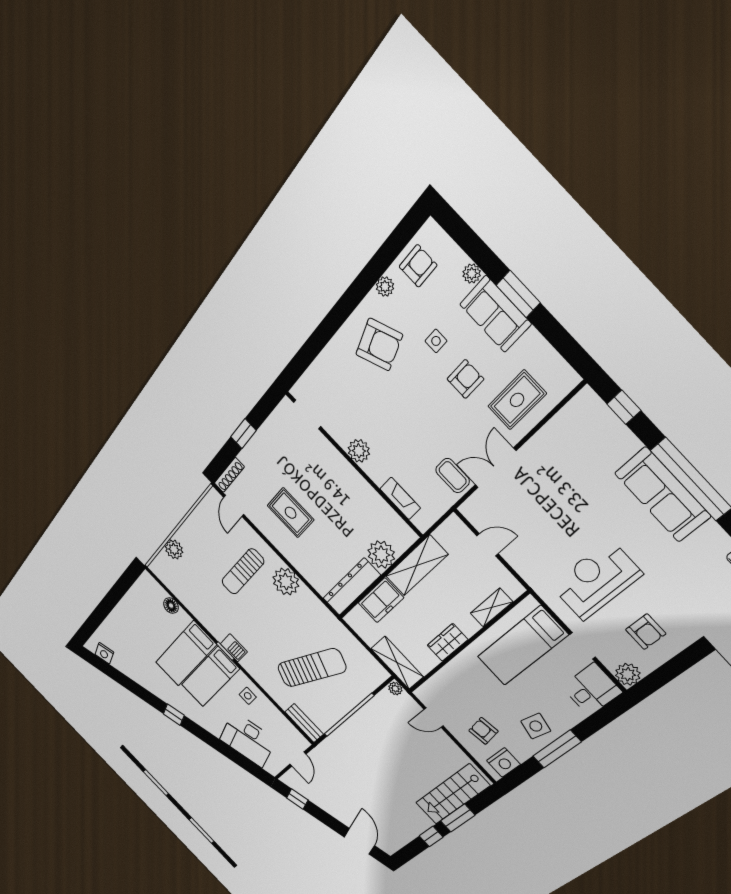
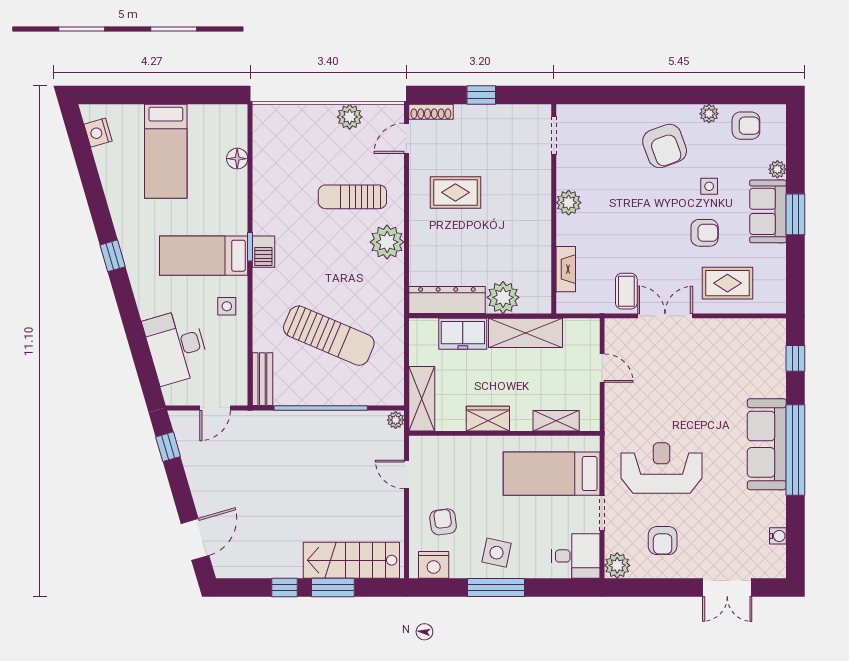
rug: (291, 513) -> (455, 192), turned 90
plant: (174, 549) -> (350, 117), moved
bed: (186, 654) -> (166, 151), moved, turned -90

